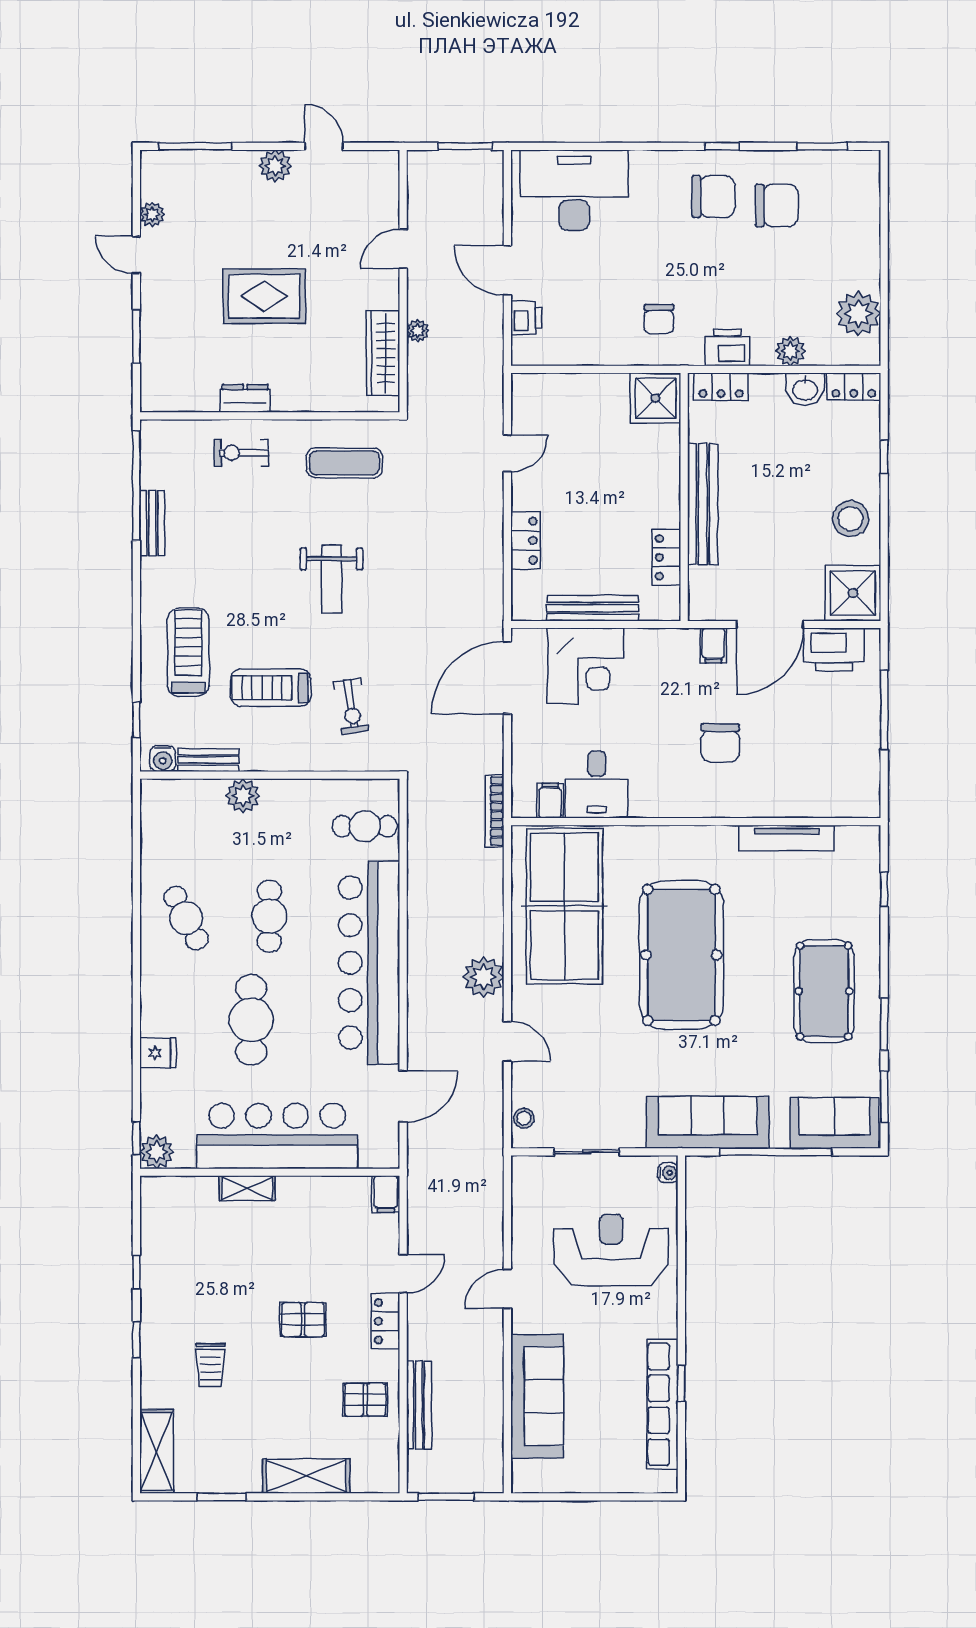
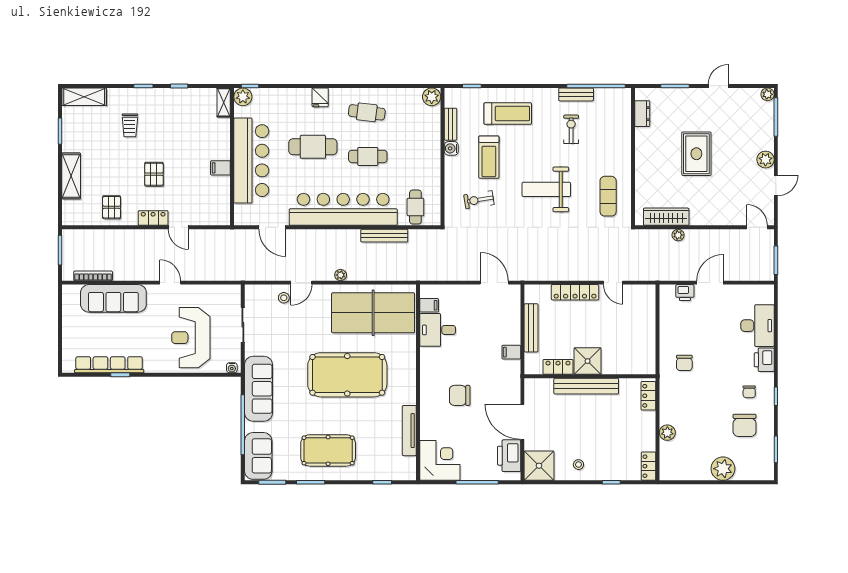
desk: (574, 190) -> (758, 326), width x0.73, depth x0.77
chair: (713, 197) -> (749, 392), width x0.54, depth x0.54
plant: (152, 214) -> (768, 94), moved
door: (403, 249) -> (757, 227), moved
plant: (858, 314) -> (723, 469), moved
chair: (659, 319) -> (684, 363), turned -90
printer: (727, 347) -> (764, 360), moved, turned 180
washbasin: (805, 389) -> (647, 440), removed
dresser: (245, 398) -> (642, 114), moved
shower: (655, 398) -> (588, 361), moved
exercise bike: (241, 453) -> (571, 129), moved
stool: (851, 519) -> (578, 465), width x0.53, depth x0.53
locker: (526, 541) -> (575, 292), width x1.53
weight bench: (331, 579) -> (546, 189), width x1.36, depth x1.33
filing cabinet: (713, 645) -> (511, 352), moved
corner desk: (585, 666) -> (440, 460), moved, turned 180
door: (507, 678) -> (494, 283), width x0.73
treadmill: (271, 688) -> (489, 157), turned 180
water cooler: (163, 759) -> (451, 148), moved
plant: (243, 796) -> (432, 97), moved
bookcase: (495, 811) -> (93, 276), moved
cafe table: (186, 918) -> (367, 112), turned 34
plant: (484, 977) -> (341, 275), width x0.53, depth x0.53
fridge: (158, 1053) -> (320, 97), moved
stool: (524, 1118) -> (284, 298), moved
shelving: (247, 1188) -> (224, 102), moved
filing cabinet: (386, 1194) -> (220, 168), moved
reception desk: (611, 1250) -> (191, 338), turned 180
trolley: (211, 1365) -> (130, 125), turned -90
bench: (419, 1405) -> (384, 236), moved

